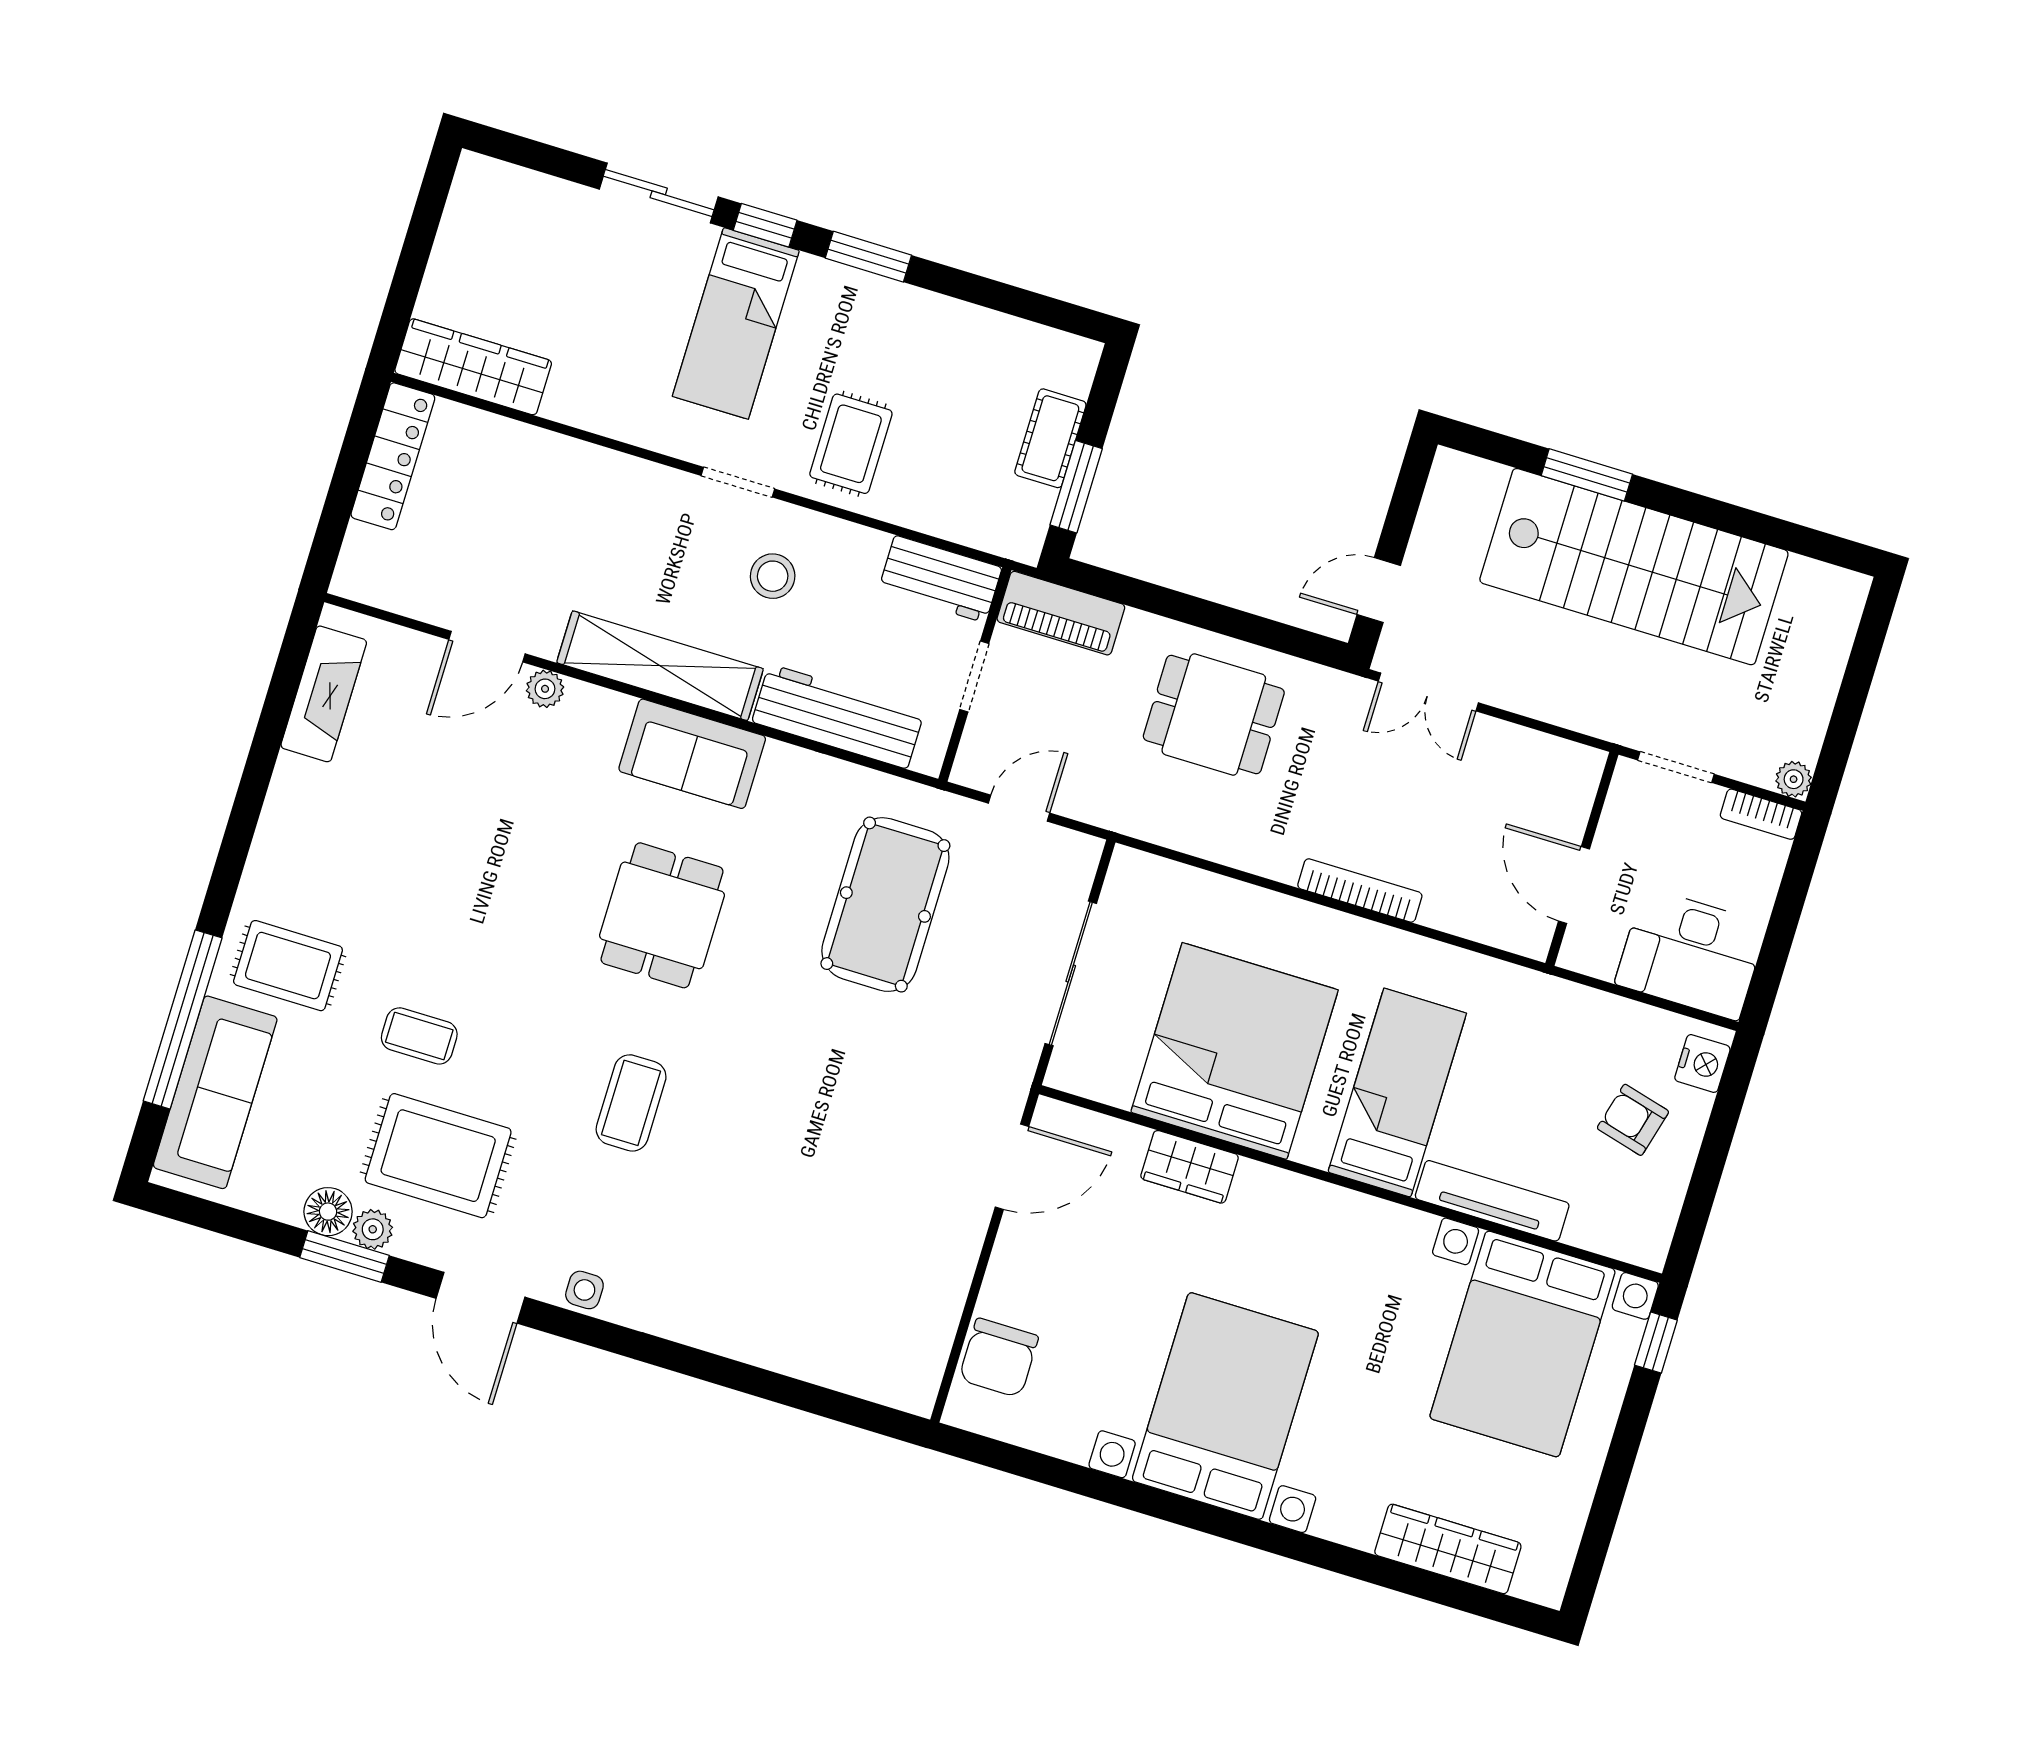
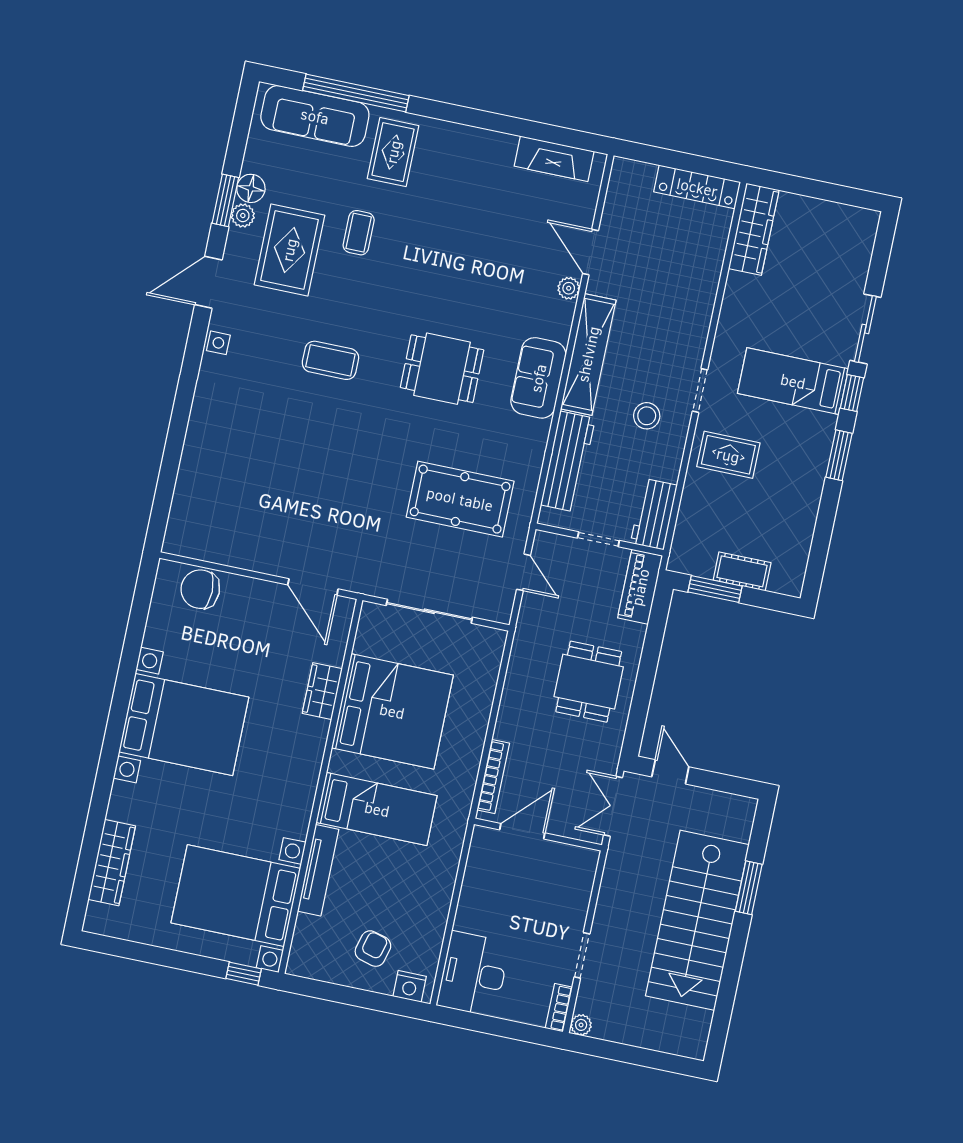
wall: (1582, 859) -> (538, 835), moved
door: (1574, 885) -> (522, 831), moved

